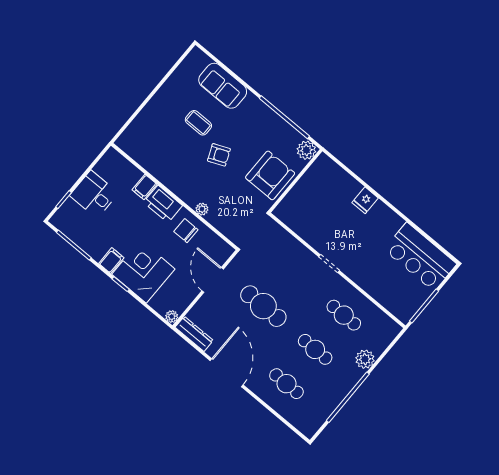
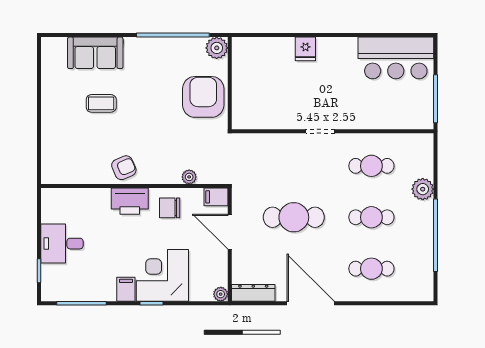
armchair: (219, 155) -> (124, 168), moved
filing cabinet: (144, 187) -> (216, 197), moved, turned 90
plant: (202, 209) -> (189, 177), moved

